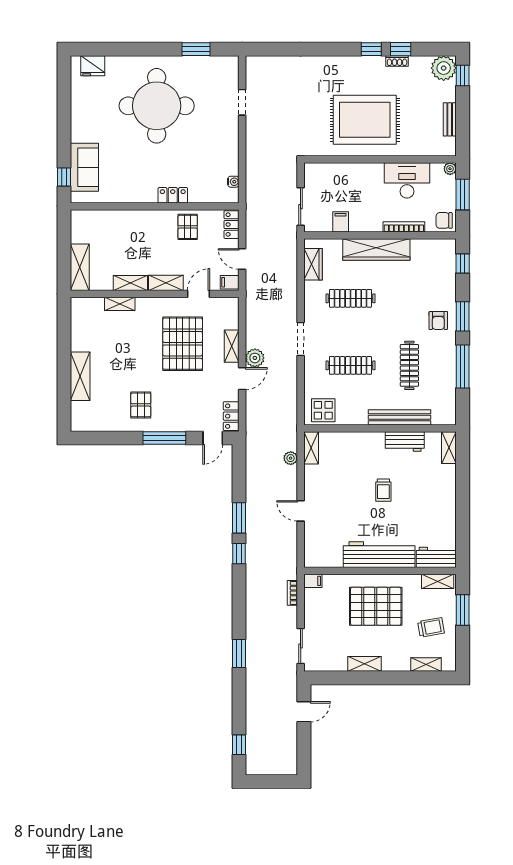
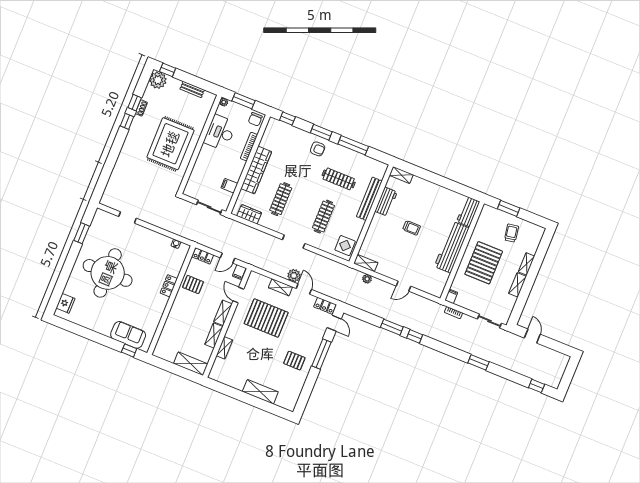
shelving: (438, 581) -> (484, 217), removed
shelving: (426, 664) -> (526, 264), moved

